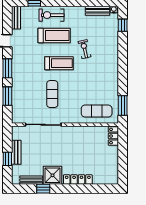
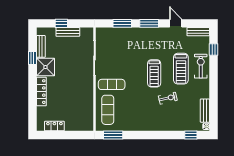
exercise mat: (52, 94) -> (112, 84), moved
locker: (113, 136) -> (54, 126), moved

